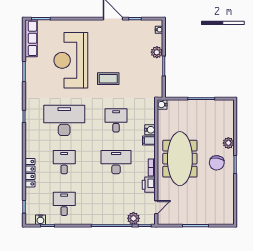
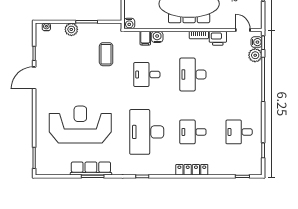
row of seats: (31, 38) -> (91, 169), moved
reception desk: (71, 60) -> (80, 125), turned 180
coffee table: (108, 79) -> (106, 54), moved
filing cabinet: (149, 140) -> (145, 38), moved
locker: (30, 173) -> (192, 170), moved
water cooler: (40, 220) -> (257, 42), moved

